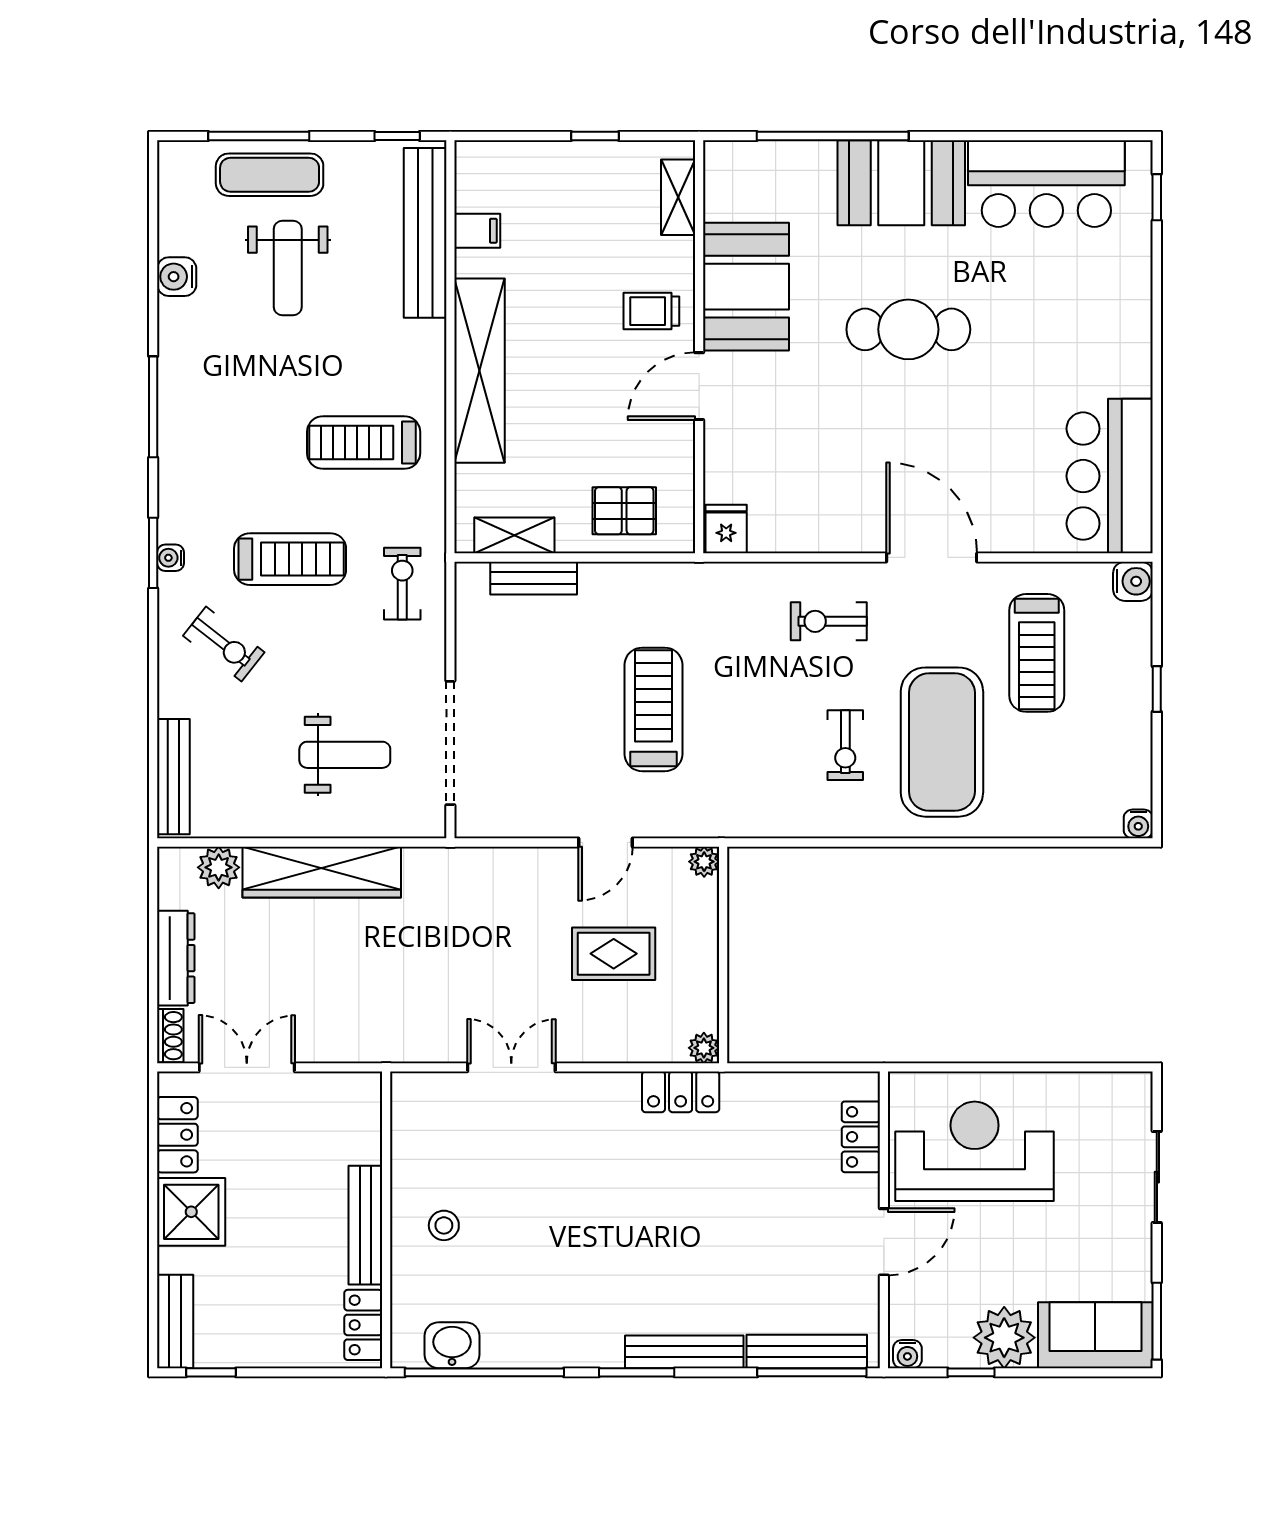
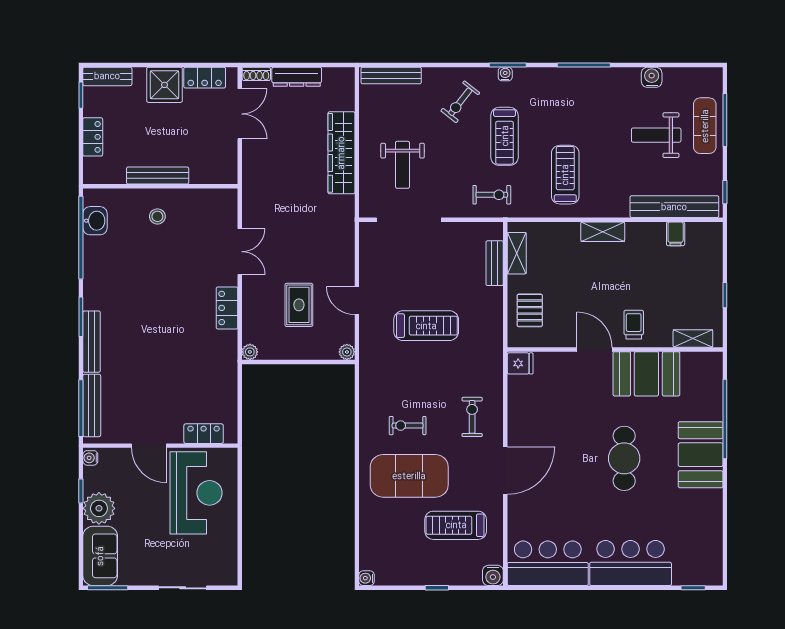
bar counter: (1046, 184) -> (631, 563), moved, turned 90
shelving: (479, 371) -> (603, 232), width x0.45, depth x0.75
plant: (219, 867) -> (344, 99), removed
locker: (681, 1092) -> (227, 308), moved
locker: (363, 1325) -> (93, 137), moved, turned 90

